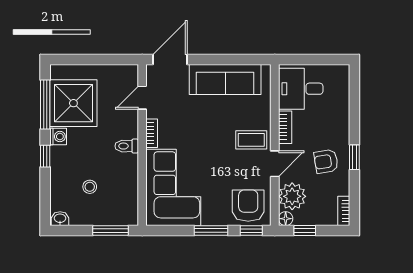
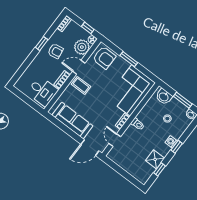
door: (142, 98) -> (115, 140), swing flipped
shower: (73, 103) -> (155, 159), width x0.54, depth x0.54
window: (45, 104) -> (160, 169), width x0.46
washing machine: (58, 137) -> (171, 142), moved
armchair: (248, 206) -> (104, 58), turned -90
washbasin: (119, 215) -> (164, 97), added
window: (111, 230) -> (183, 100), moved
window: (251, 230) -> (111, 46), removed

